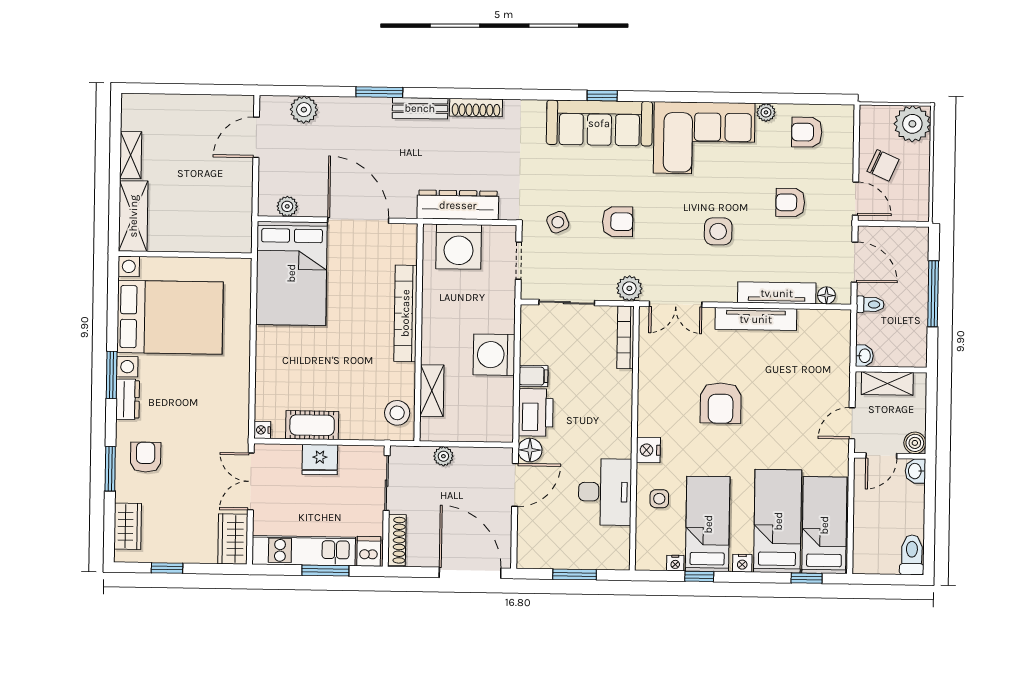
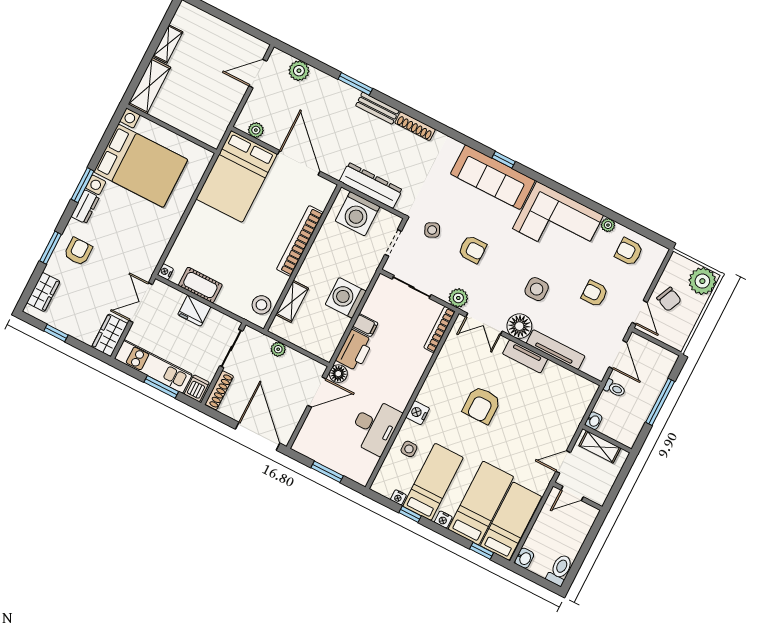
floor lamp: (826, 295) -> (519, 326), moved, width x1.89, depth x1.89
tv unit: (756, 319) -> (525, 356), width x0.71
boiler: (915, 443) -> (599, 496), removed
washbasin: (915, 471) -> (524, 558), moved, turned 180

